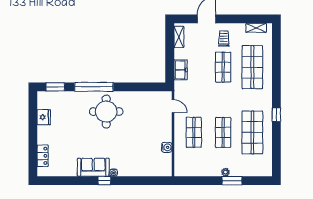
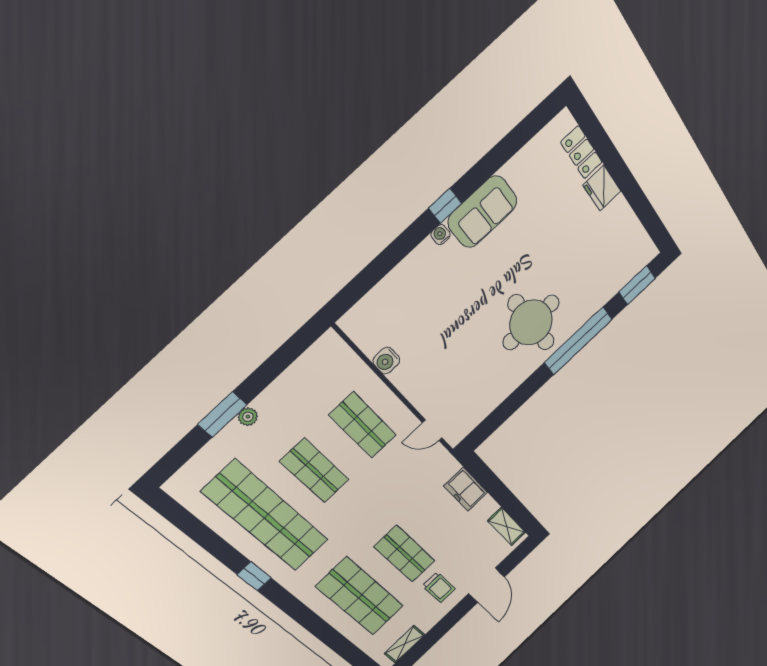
fridge: (44, 117) -> (602, 188), moved
shop shelf: (252, 132) -> (266, 516), width x1.40

